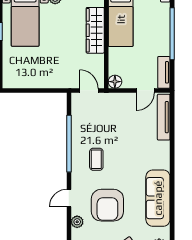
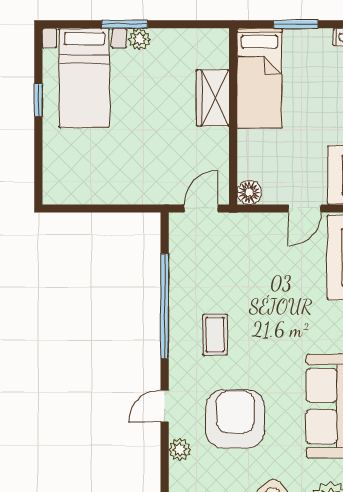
wardrobe: (95, 30) -> (213, 98), width x0.67
door: (89, 90) -> (201, 208), hinge flipped
armchair: (107, 205) -> (235, 419), turned 180

